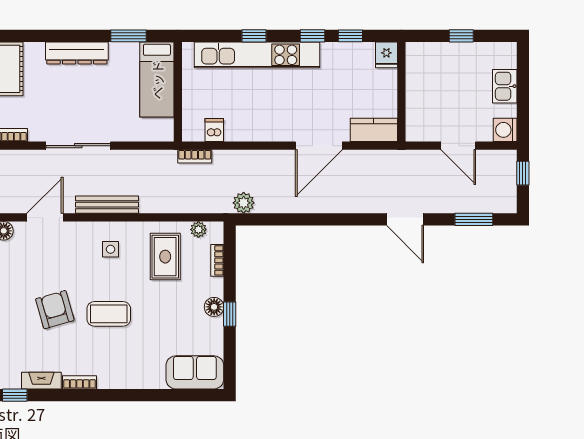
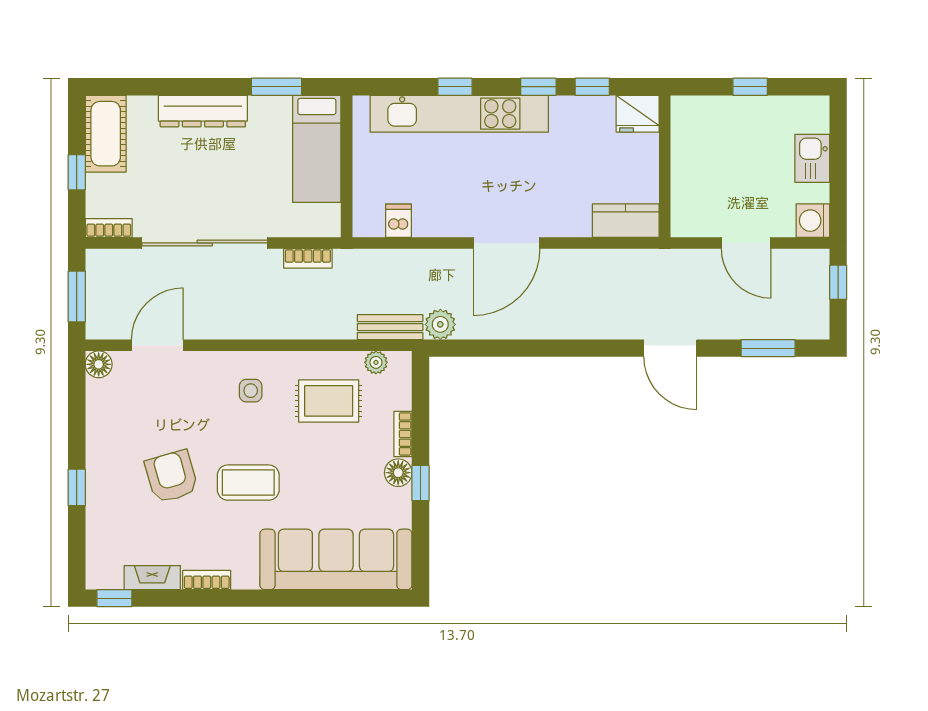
fridge: (386, 55) -> (638, 114), width x1.38
sliding door: (78, 146) -> (205, 243), width x1.36
door: (319, 146) -> (506, 243), moved
bookcase: (195, 156) -> (308, 258), moved
bench: (107, 205) -> (390, 327), moved, width x0.73
rug: (165, 257) -> (329, 401), turned 90
bookcase: (217, 260) -> (403, 434), moved
sofa: (195, 372) -> (336, 559), width x1.85, depth x1.27

